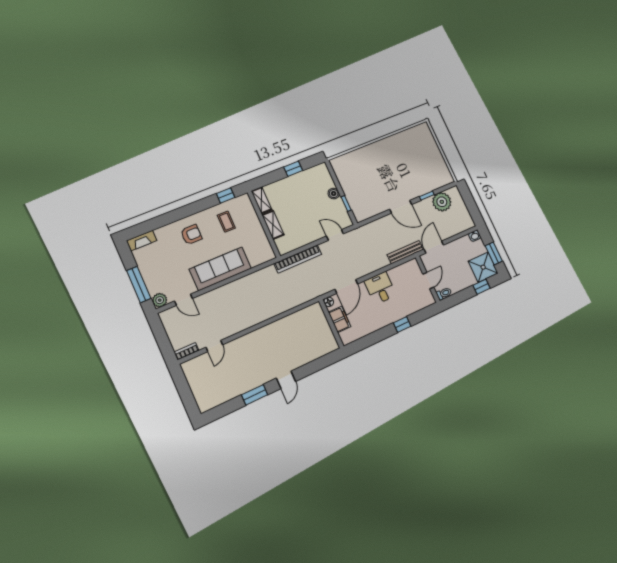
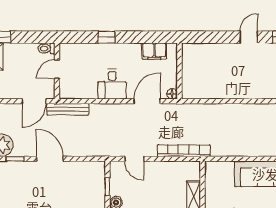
filing cabinet: (340, 319) -> (154, 51), moved, turned -90

